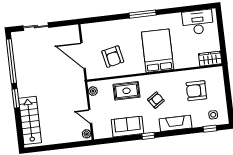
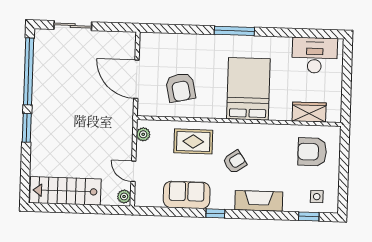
wardrobe: (210, 59) -> (309, 112), moved
armchair: (196, 91) -> (312, 152), moved
stairs: (30, 120) -> (65, 191), moved, turned -90

